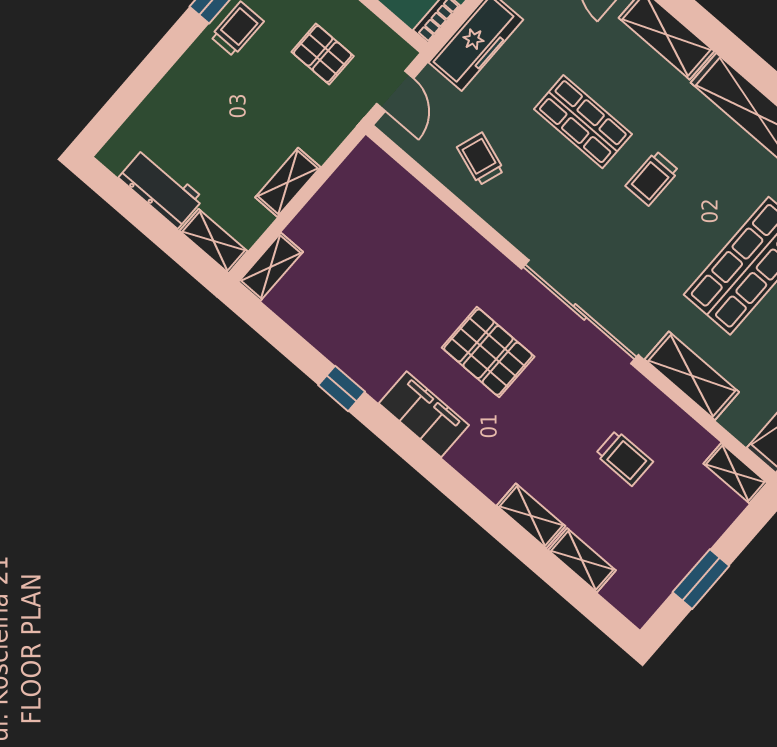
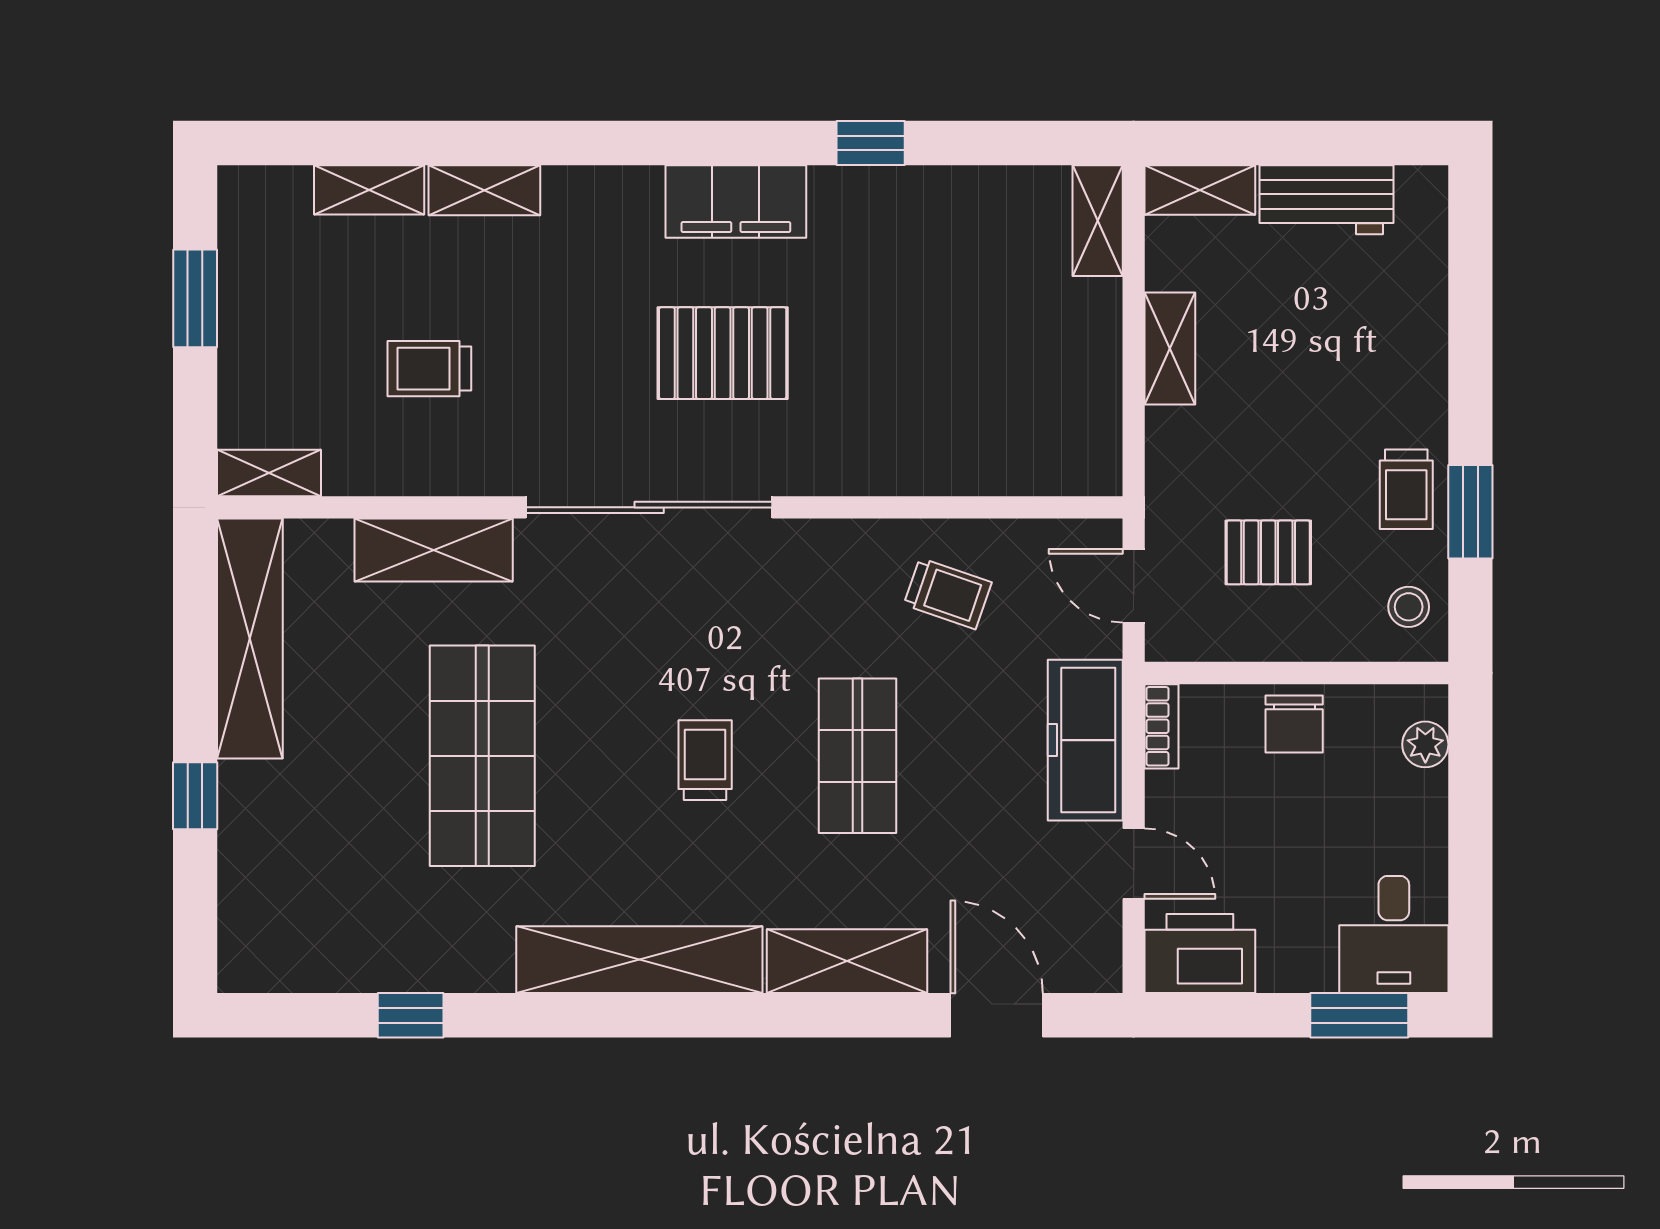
shop shelf: (583, 122) -> (857, 756), turned 90

